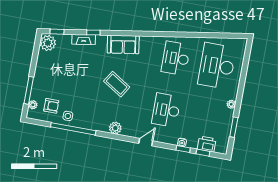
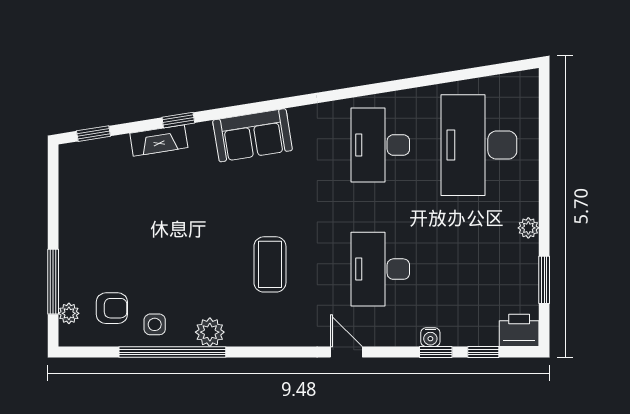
plant: (48, 43) -> (77, 164), removed
coffee table: (117, 84) -> (270, 264), moved, turned 58
plant: (115, 128) -> (210, 332), moved
door: (146, 142) -> (346, 352), hinge flipped
printer: (207, 144) -> (519, 330), moved

